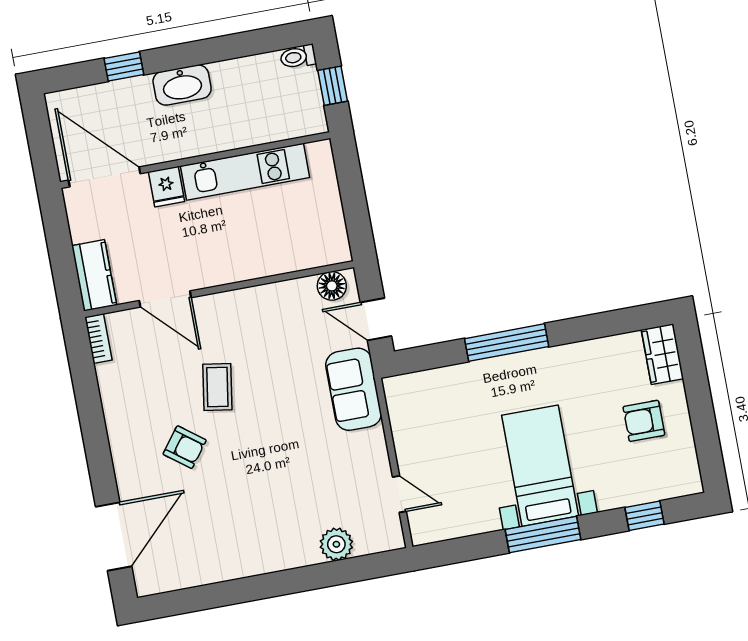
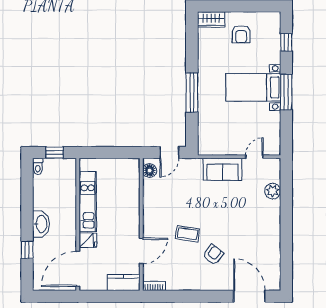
sofa: (354, 389) -> (223, 169), moved

